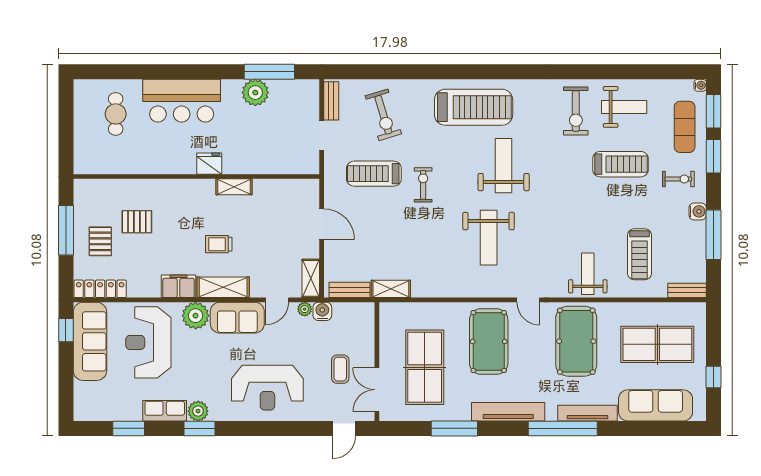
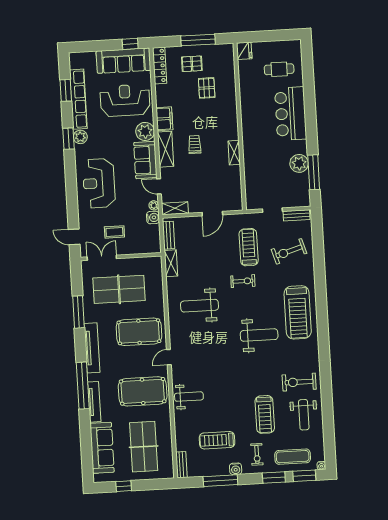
fridge: (209, 164) -> (244, 51), moved
weight bench: (489, 238) -> (200, 306), moved
treadmill: (640, 254) -> (217, 440), moved
row of seats: (165, 411) -> (78, 99), width x2.02

